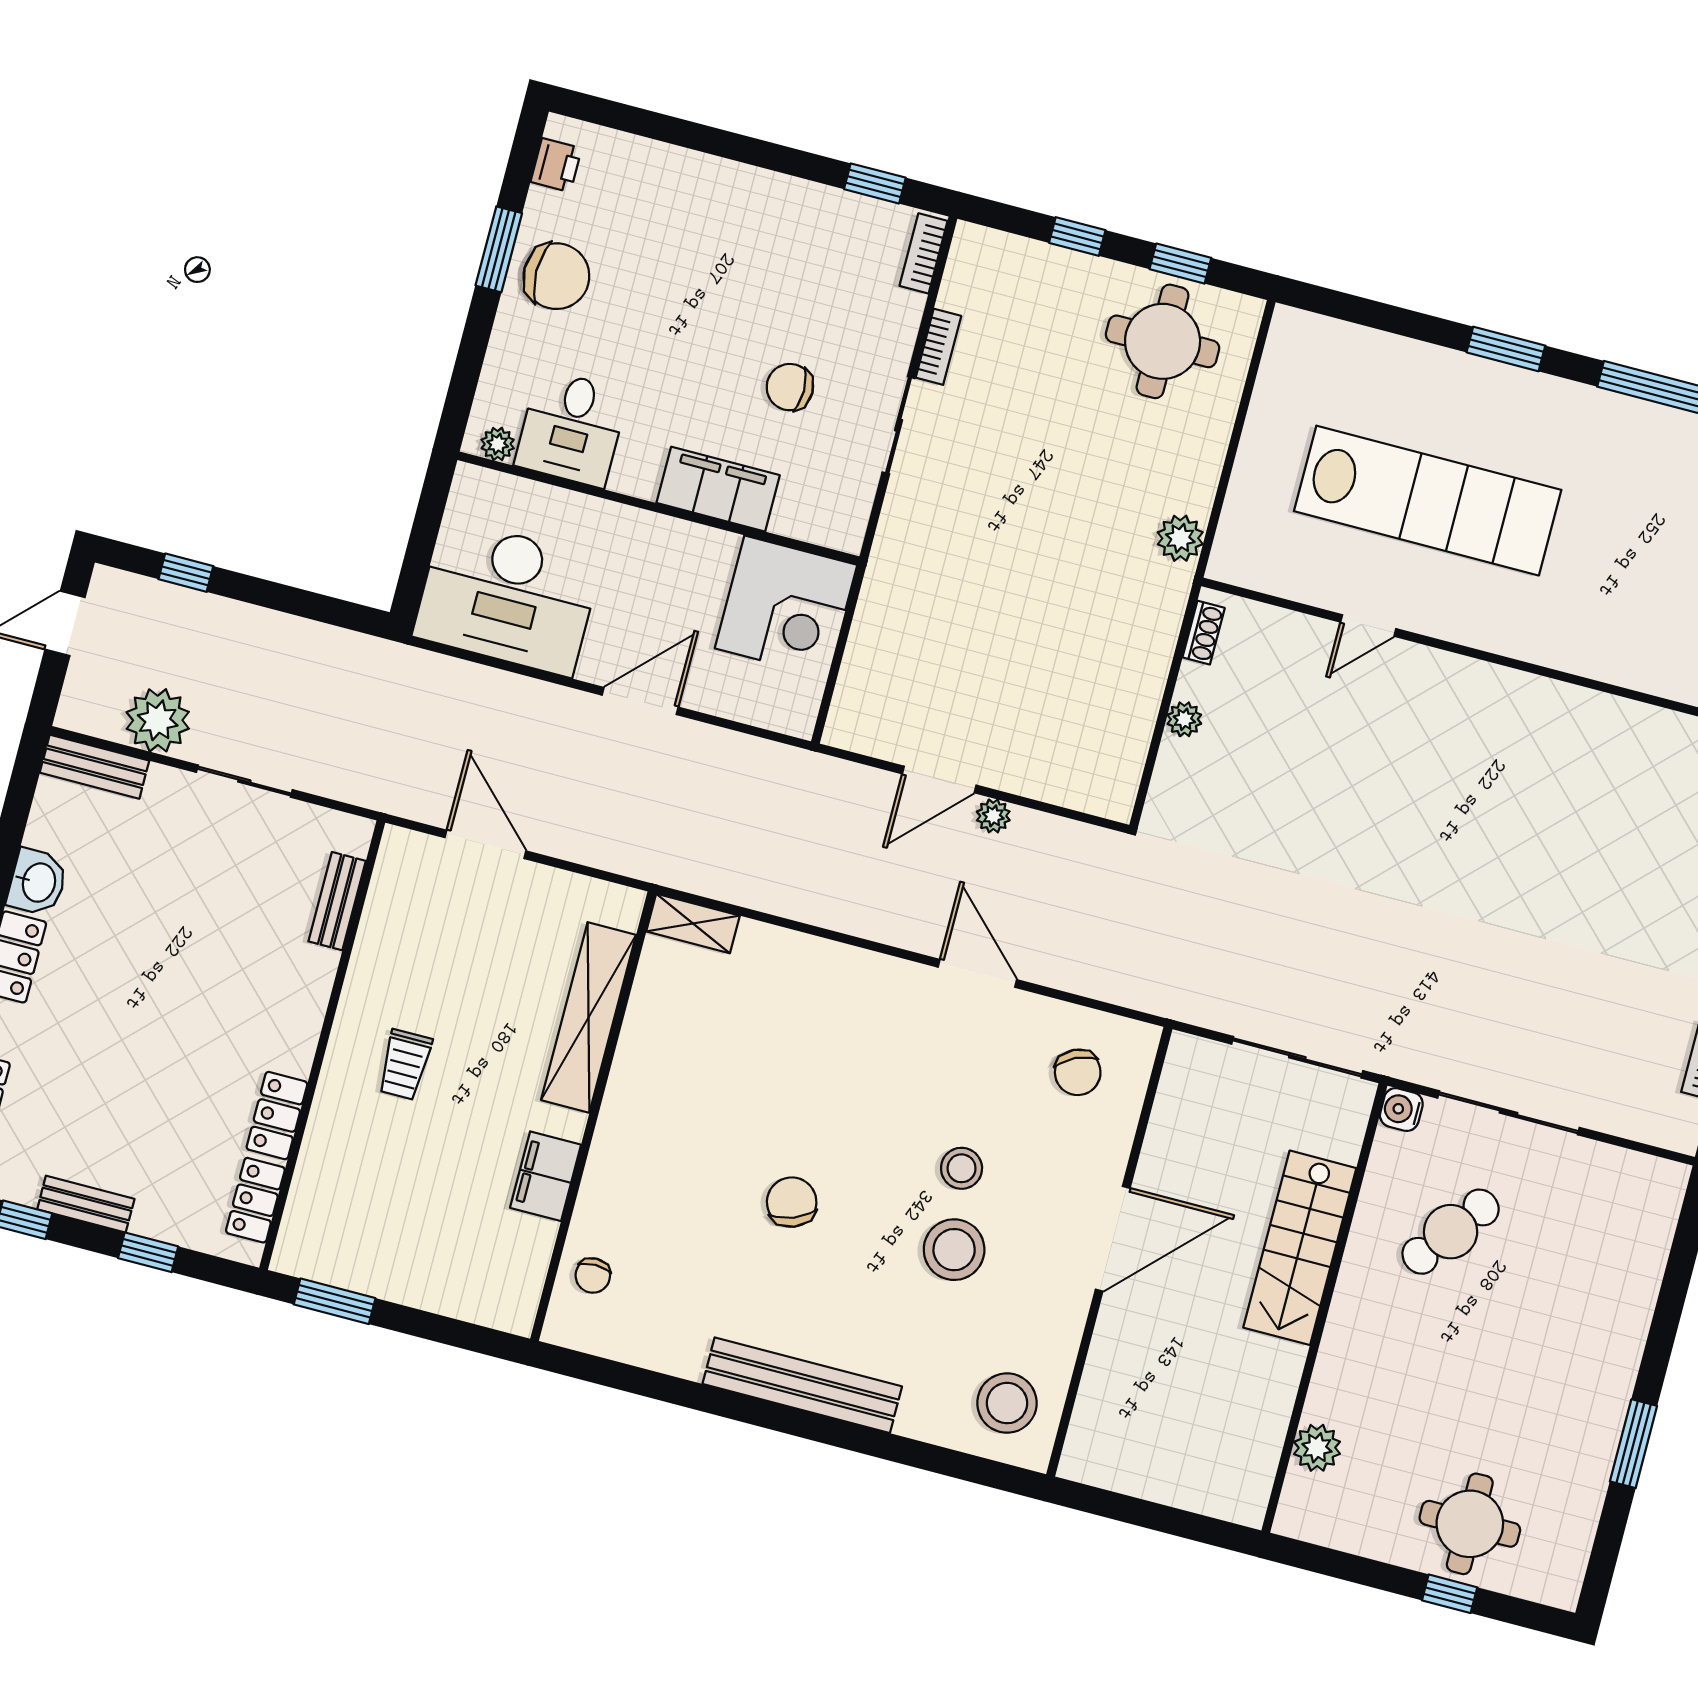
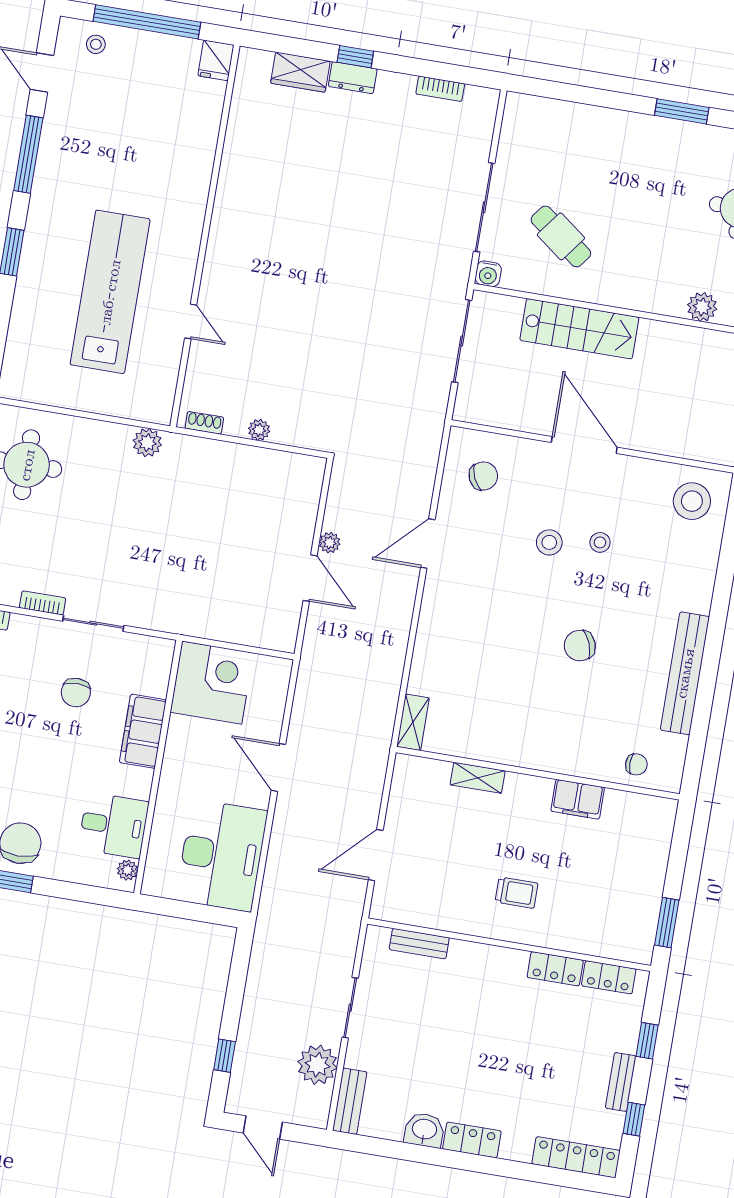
shelving: (589, 1017) -> (478, 778), width x0.45, depth x0.75
stool: (954, 1250) -> (600, 542), width x0.53, depth x0.53
bench: (802, 1385) -> (685, 673), moved

